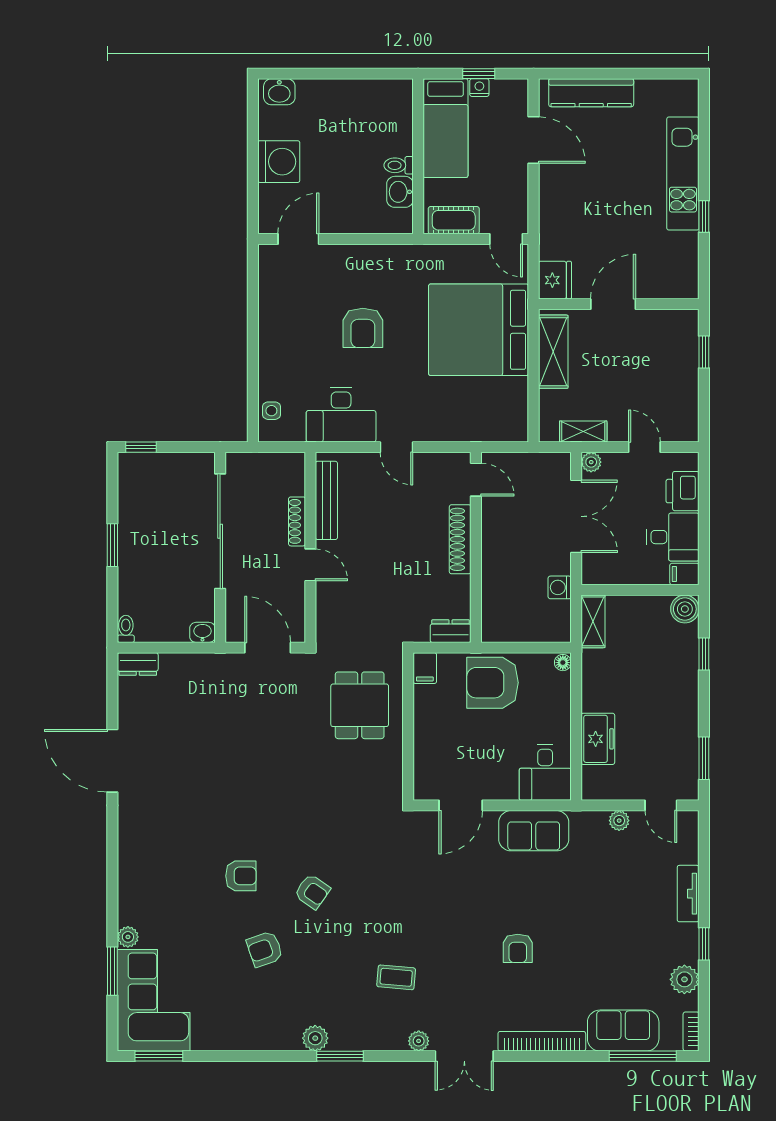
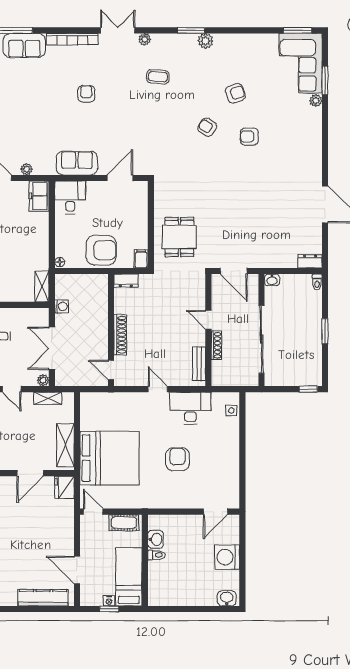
bench: (326, 500) -> (199, 364), width x0.73
freezer: (598, 739) -> (39, 196), moved

